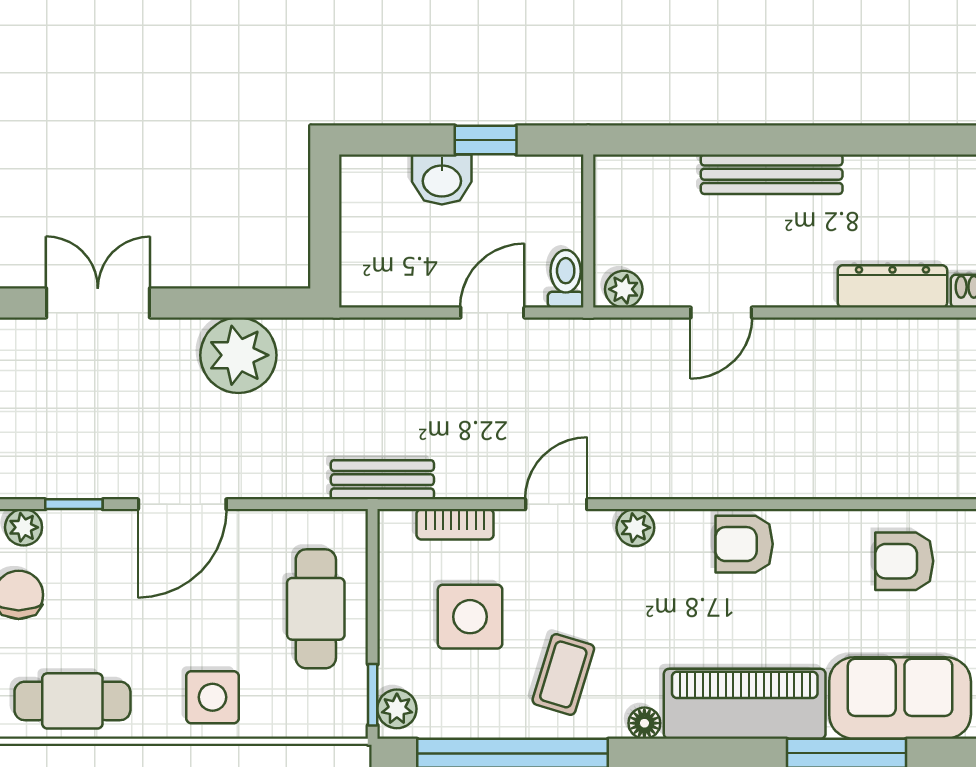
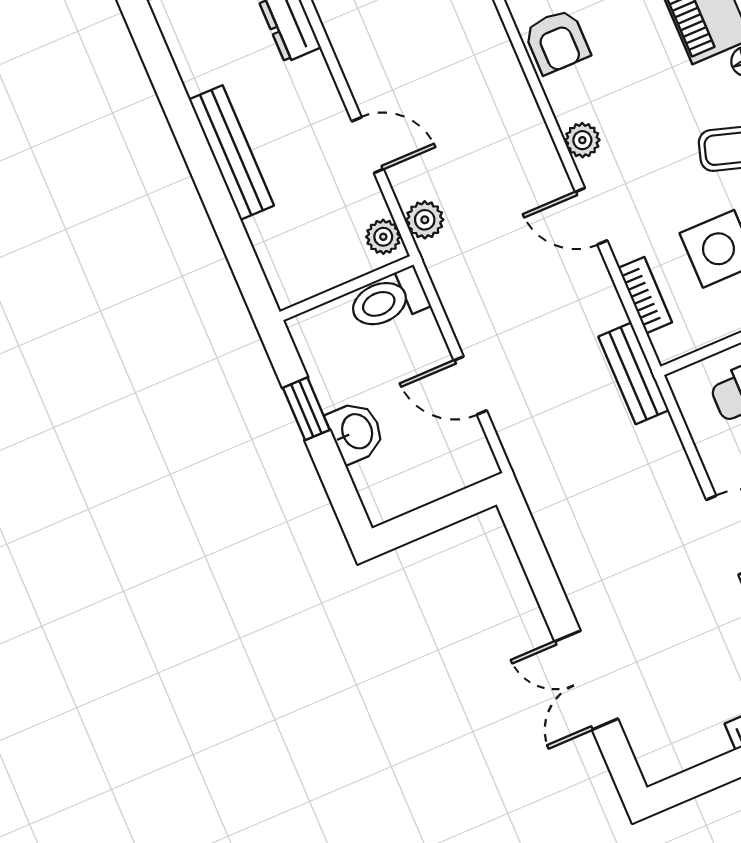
toilet: (566, 279) -> (388, 300), width x1.37, depth x1.39
door: (492, 313) -> (470, 386), moved
plant: (238, 355) -> (425, 220), moved, width x0.53, depth x0.53

